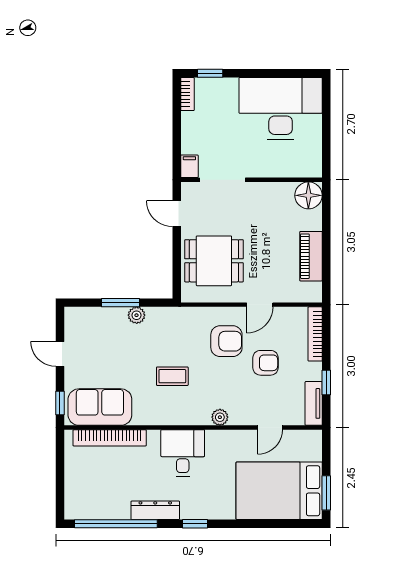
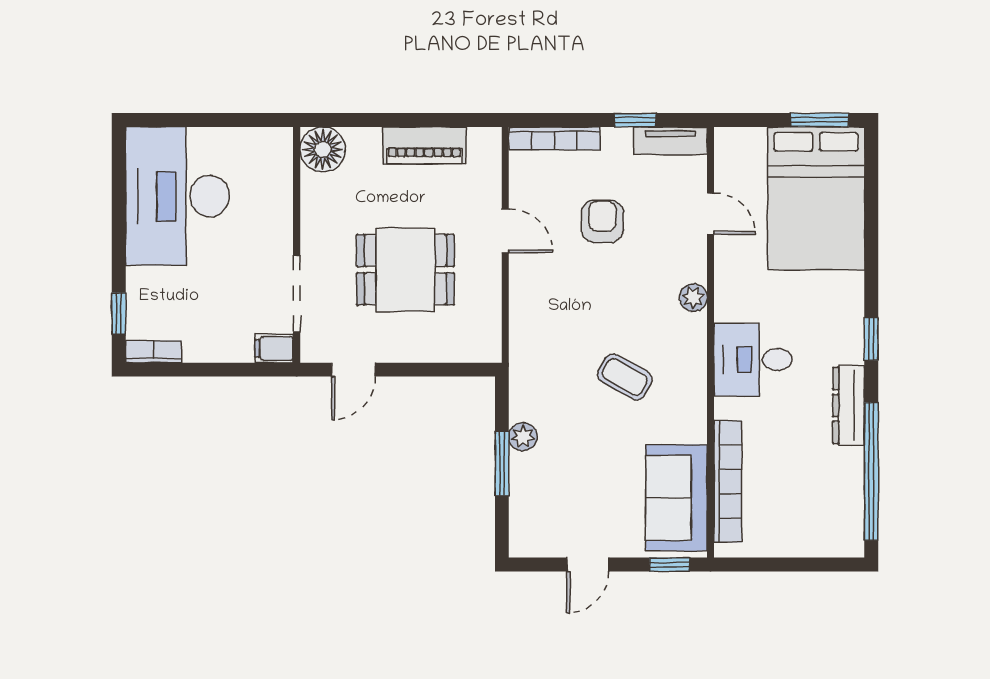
dining table: (214, 261) -> (405, 270), moved, turned 90
armchair: (226, 341) -> (566, 287), removed
coffee table: (172, 376) -> (625, 377), turned -61

